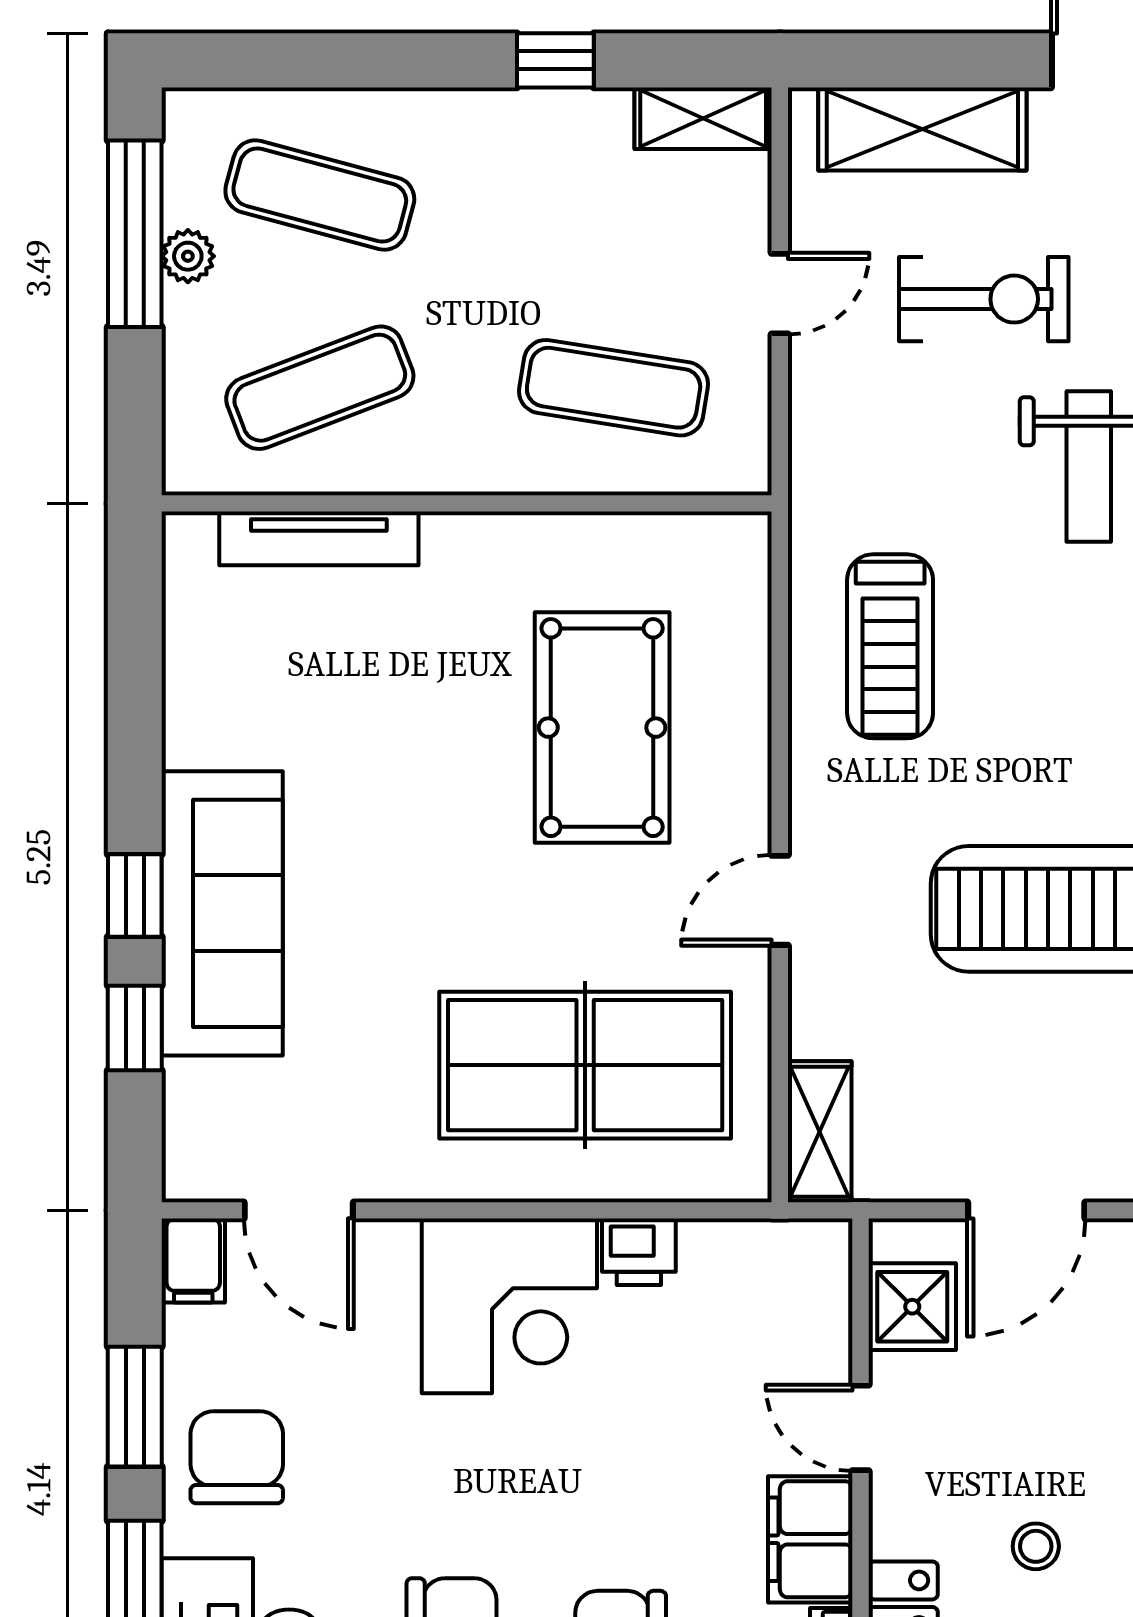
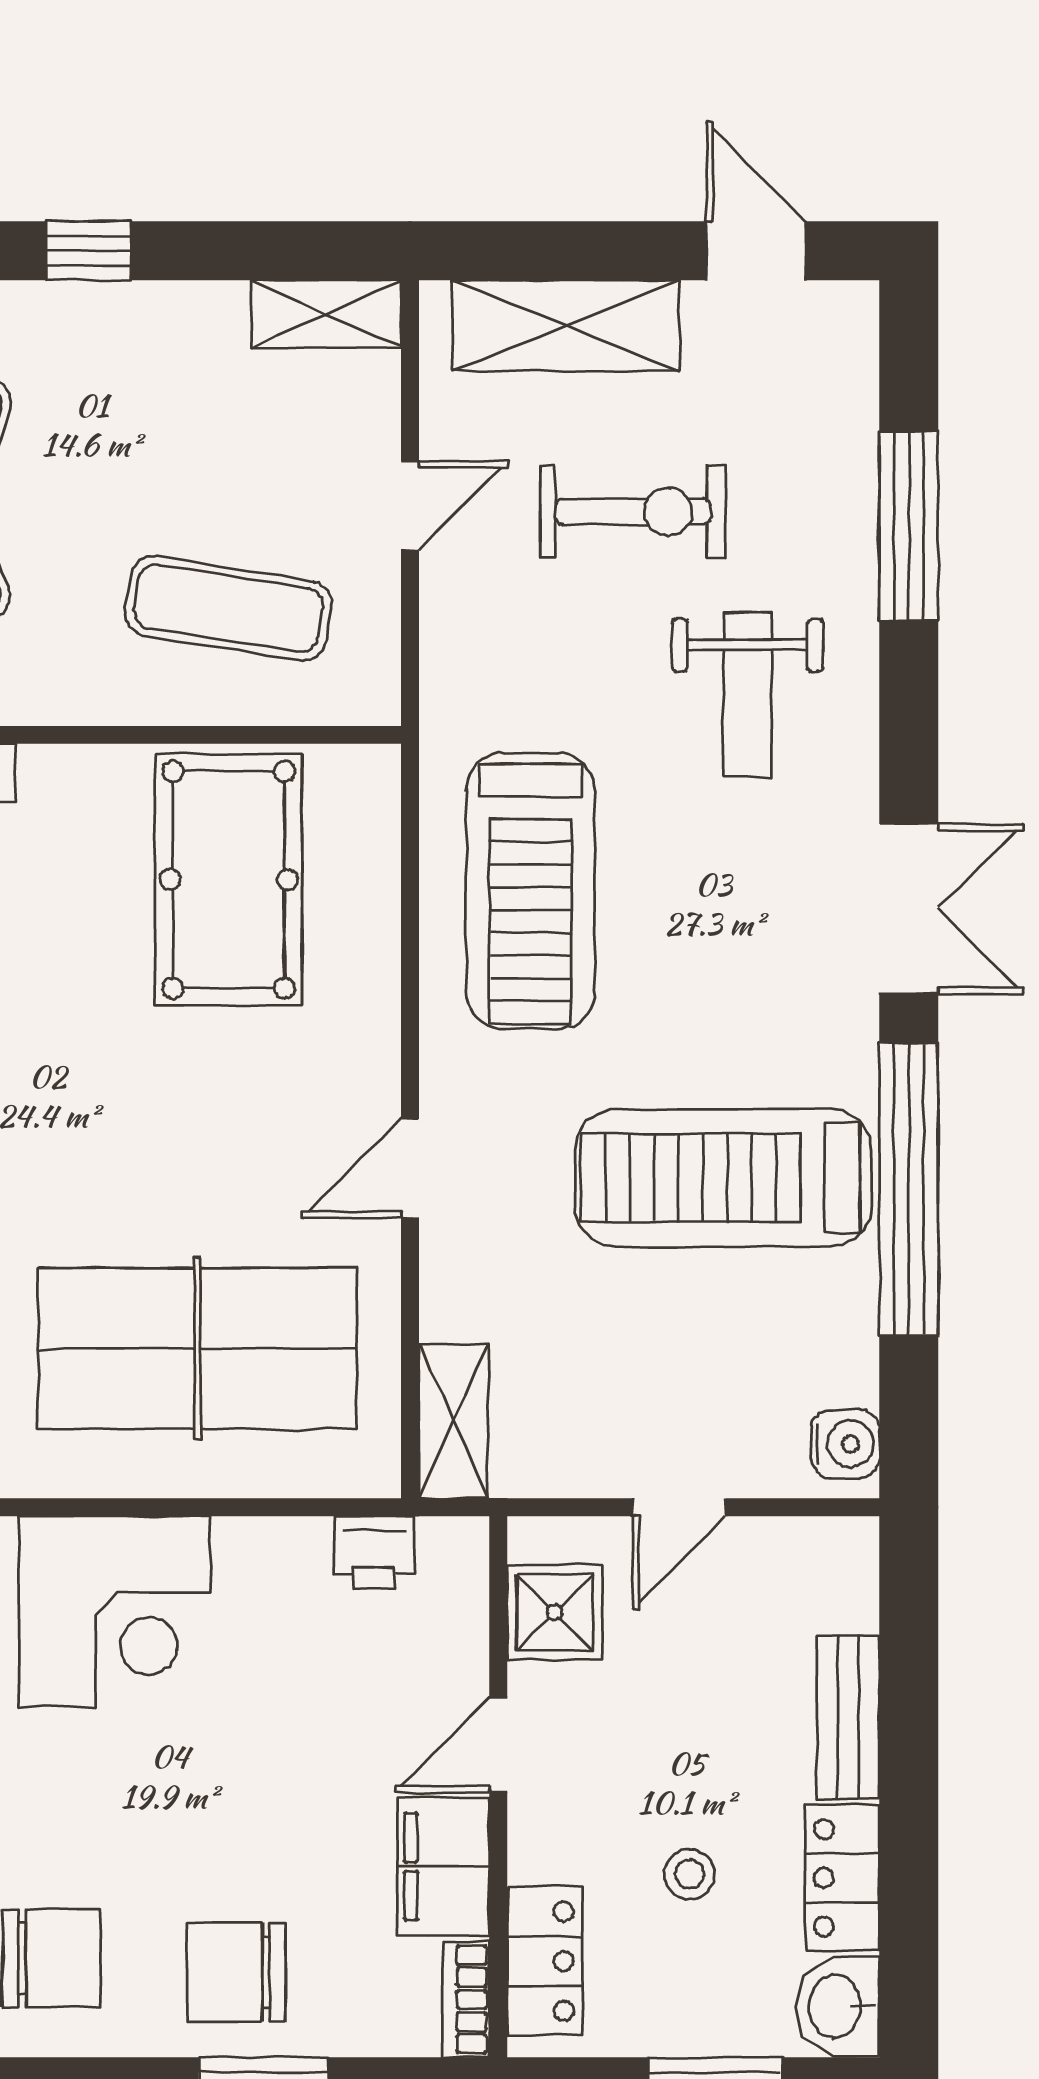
window: (555, 60) -> (88, 251), moved
treadmill: (890, 646) -> (530, 891), width x1.37, depth x1.38
pool table: (602, 728) -> (229, 880), moved
door: (1026, 1210) -> (679, 1507), width x0.73
printer: (639, 1252) -> (374, 1553), moved
door: (861, 1428) -> (498, 1745), hinge flipped

